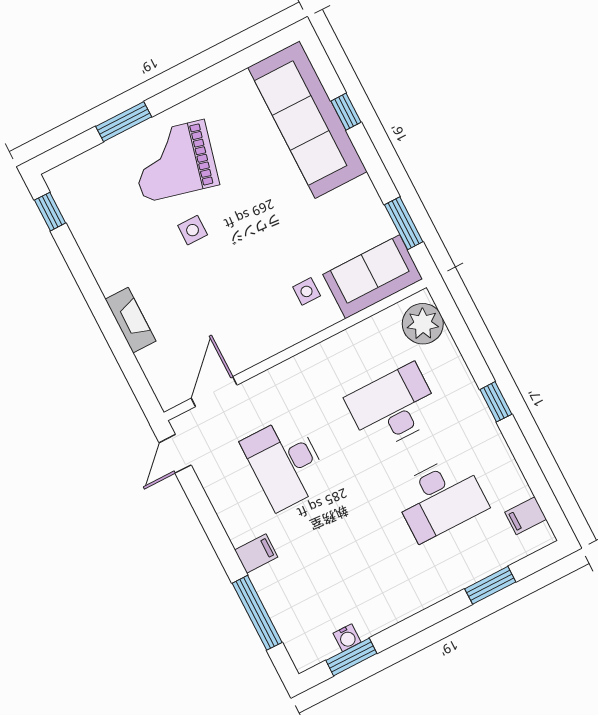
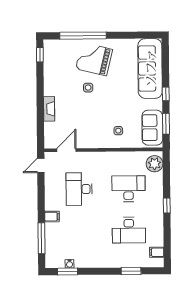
window: (346, 112) -> (166, 94), moved
window: (124, 122) -> (83, 36), width x2.11
sofa: (373, 277) -> (152, 128), moved, turned -90

